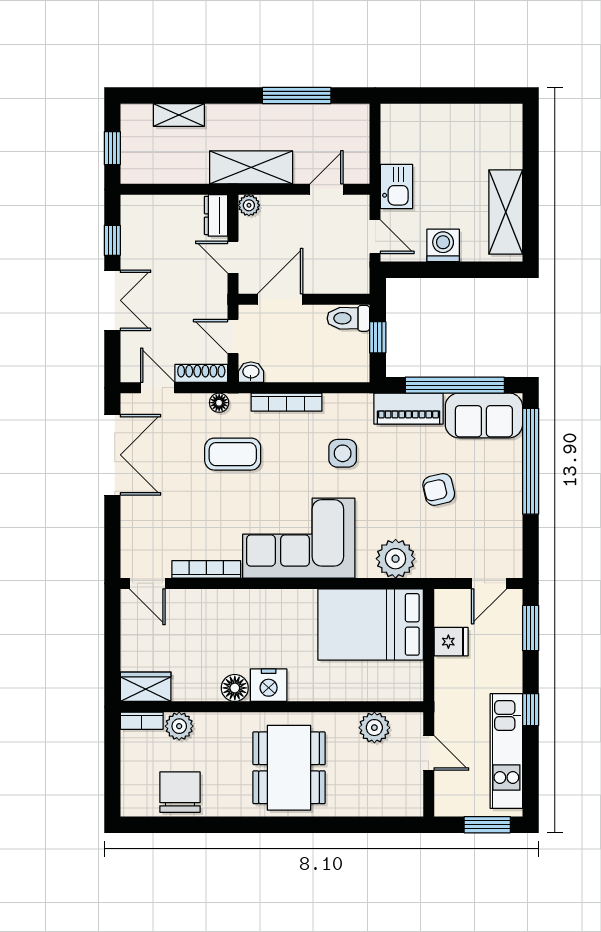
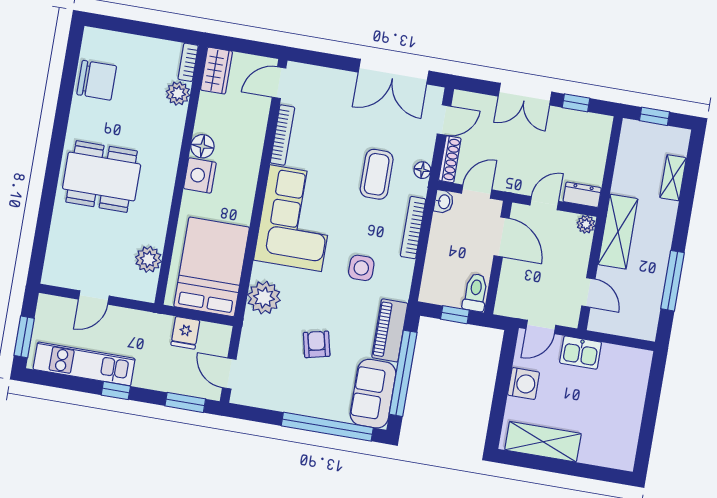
nightstand: (269, 685) -> (200, 175), moved
wardrobe: (146, 687) -> (216, 71), moved
floor lamp: (235, 688) -> (202, 146), moved
wall: (272, 707) -> (181, 175), moved
bookcase: (142, 721) -> (188, 62), moved
plant: (179, 726) -> (178, 93), moved
plant: (374, 728) -> (148, 259), moved

